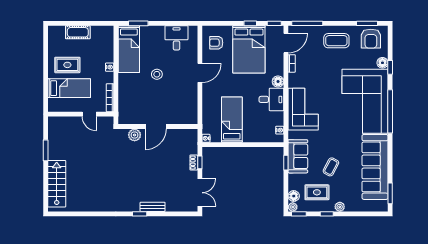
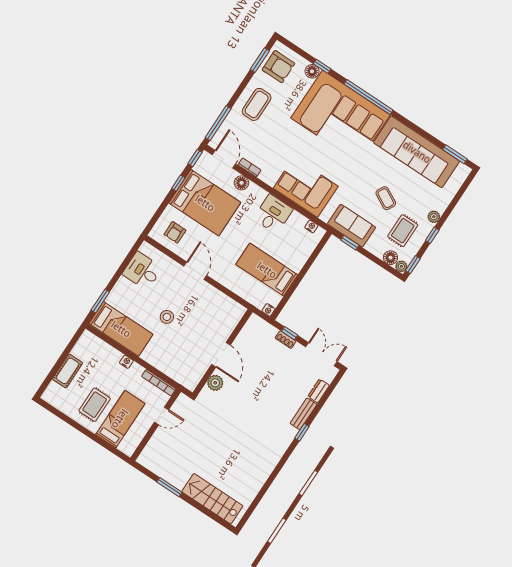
floor lamp: (278, 82) -> (241, 183), moved
dresser: (174, 207) -> (319, 391), added

